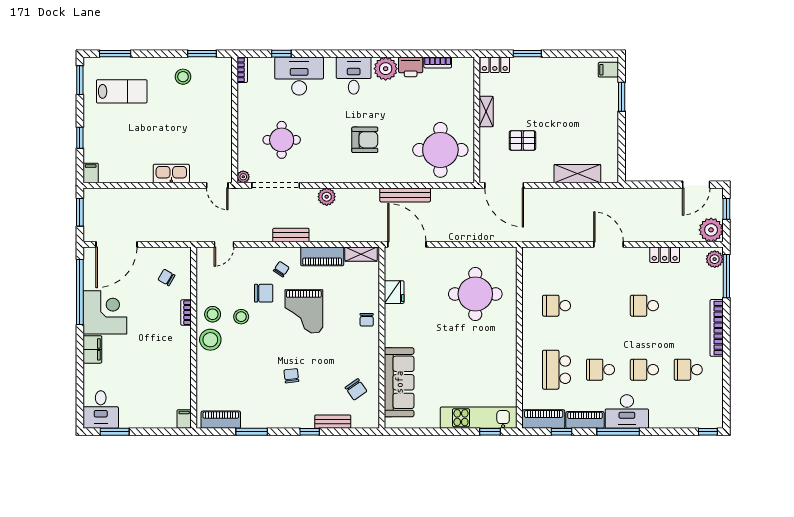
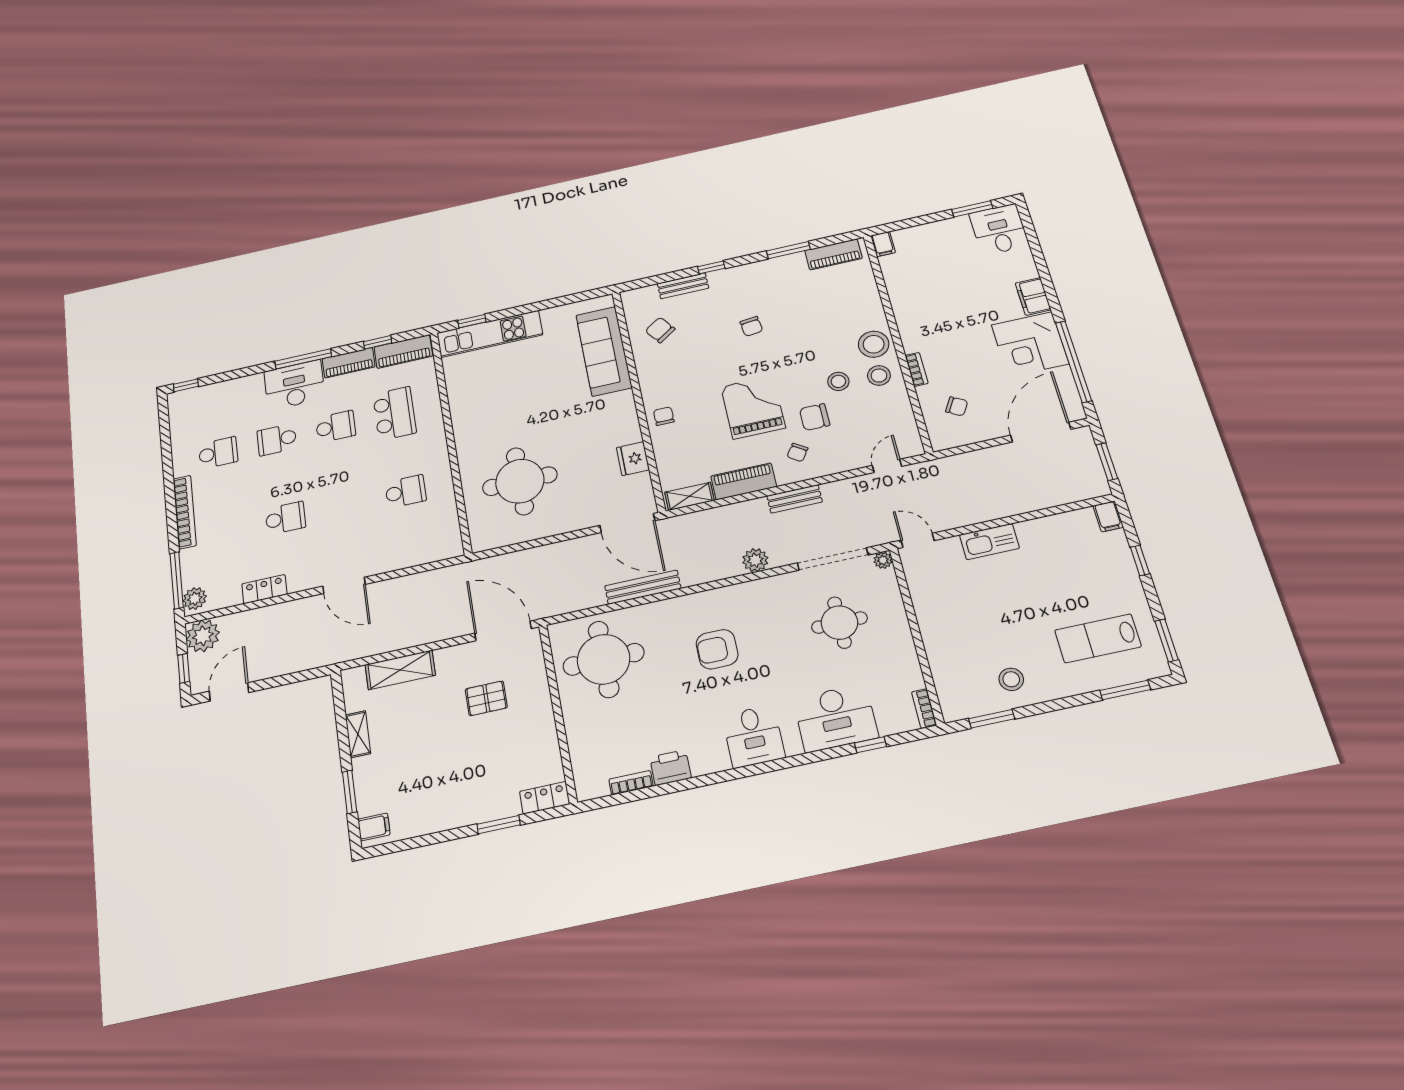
plant: (386, 69) -> (707, 757), removed
shelving: (486, 112) -> (358, 734), moved
school desk: (644, 370) -> (277, 440), turned 180

